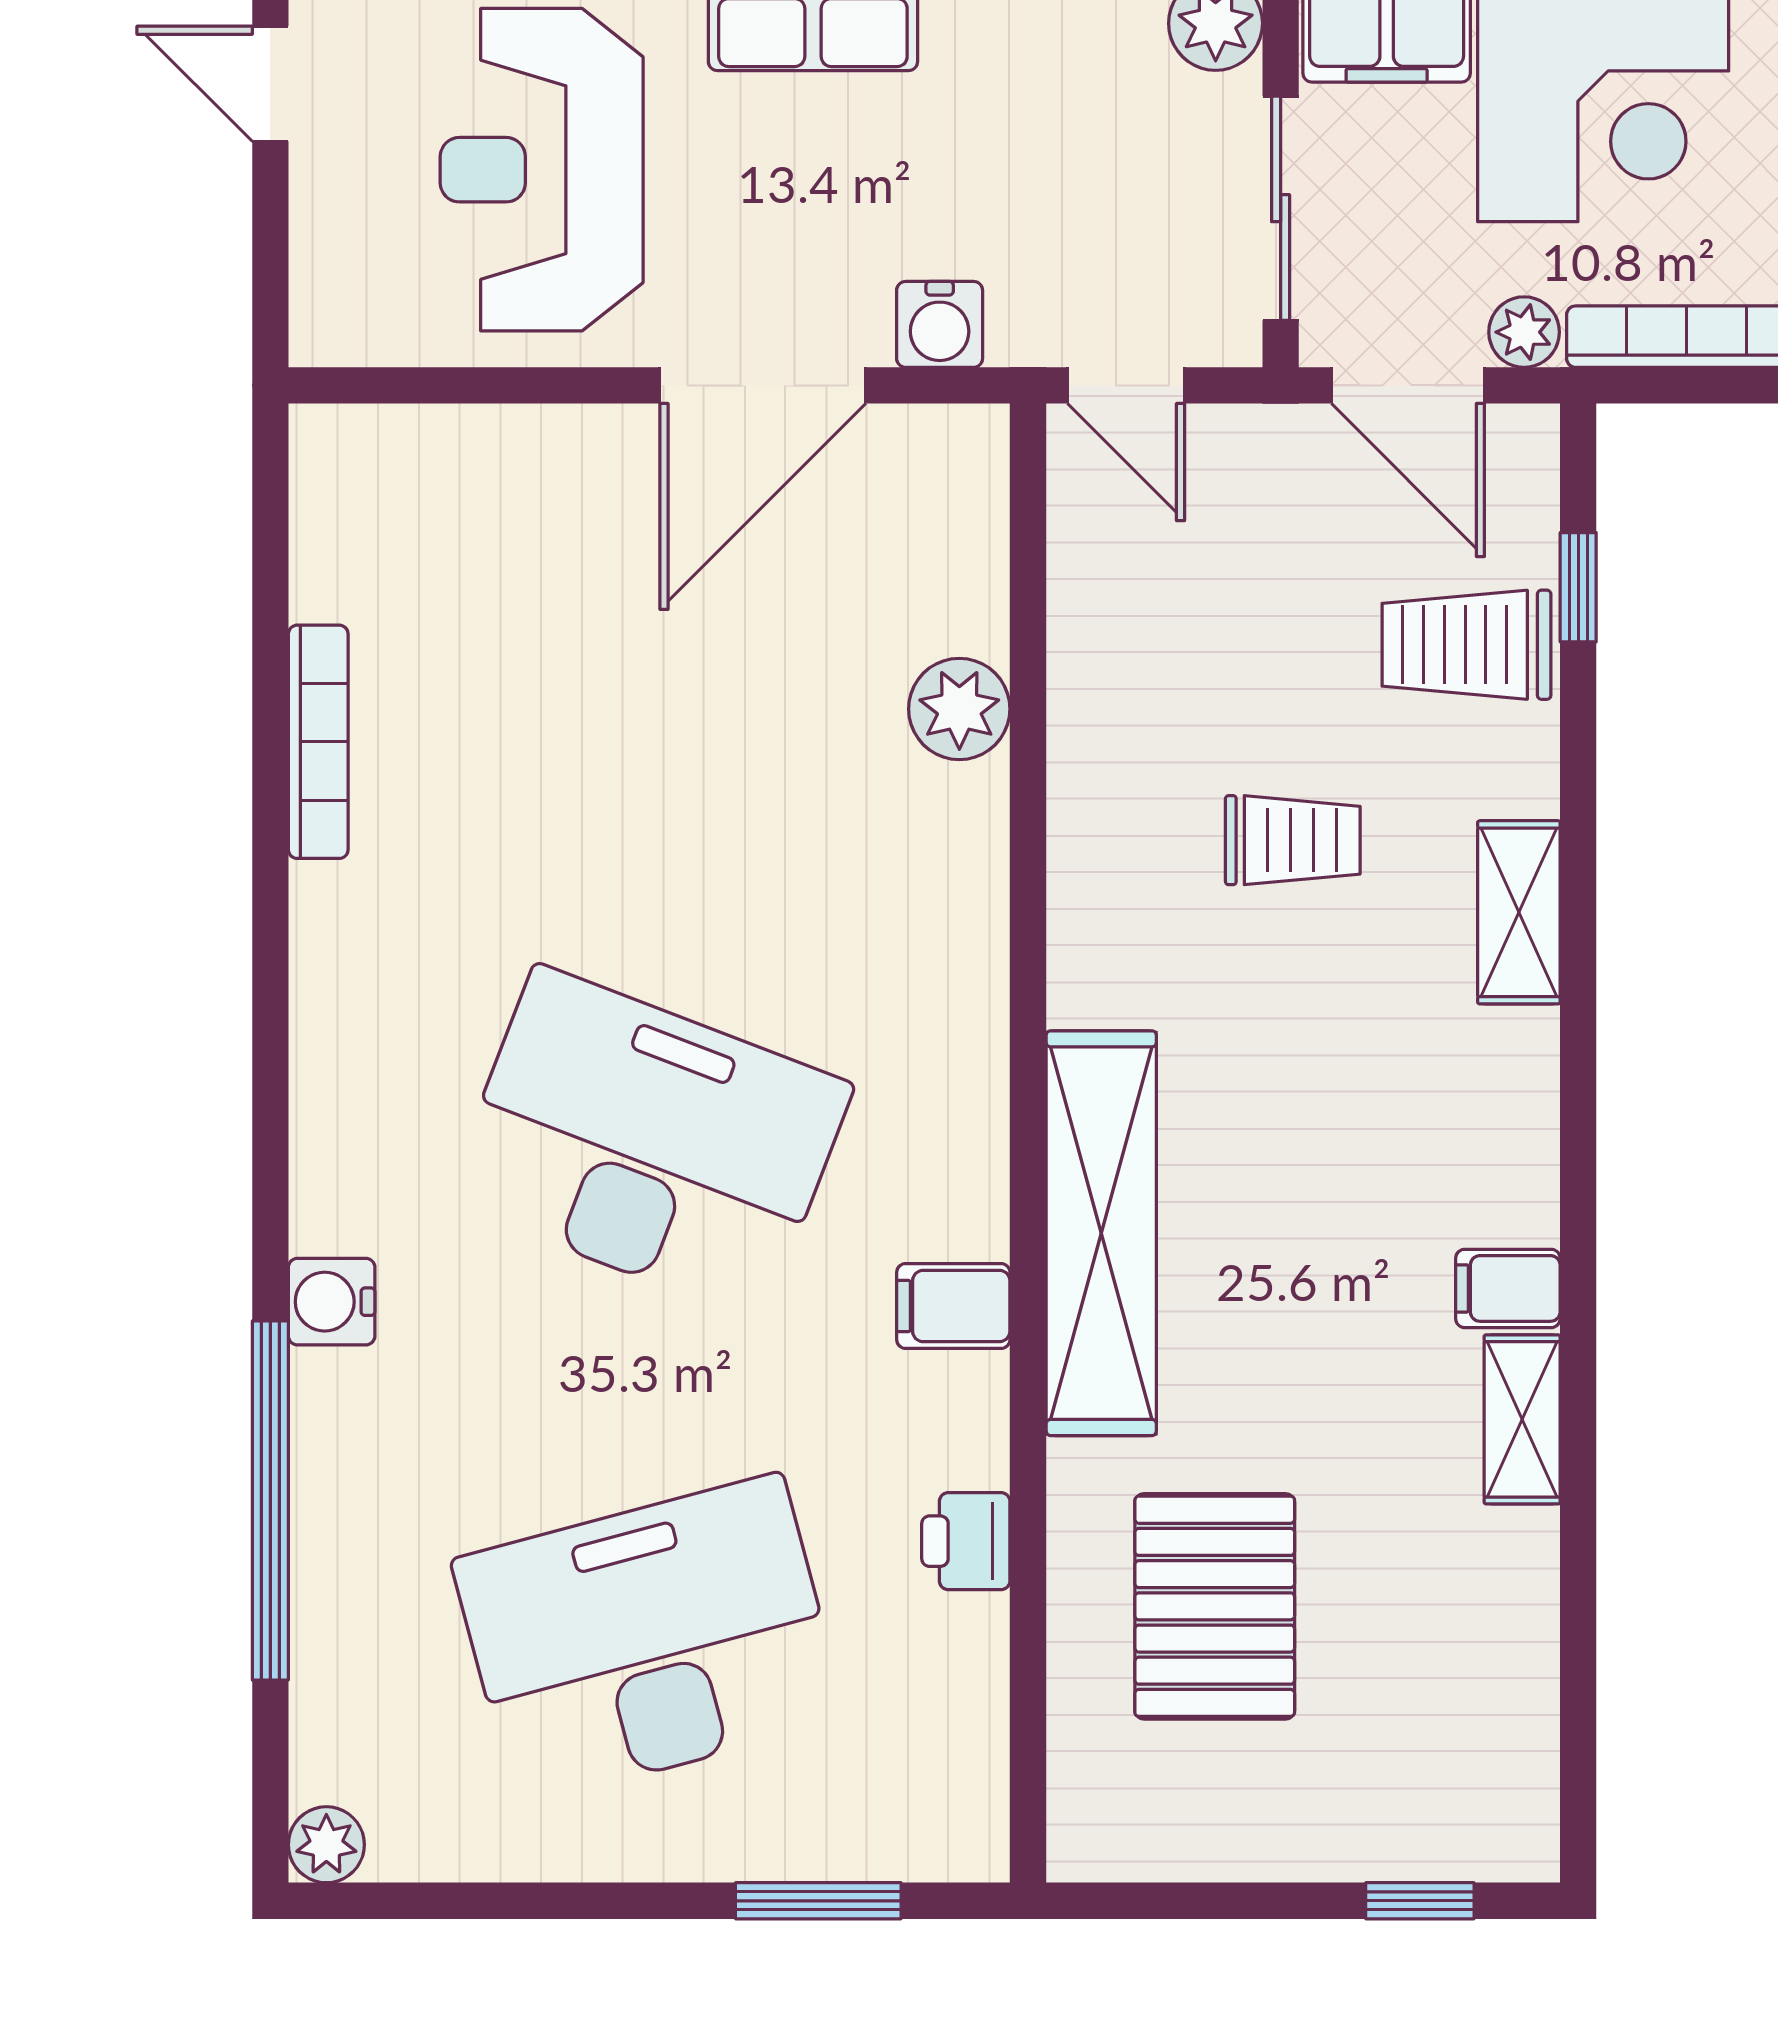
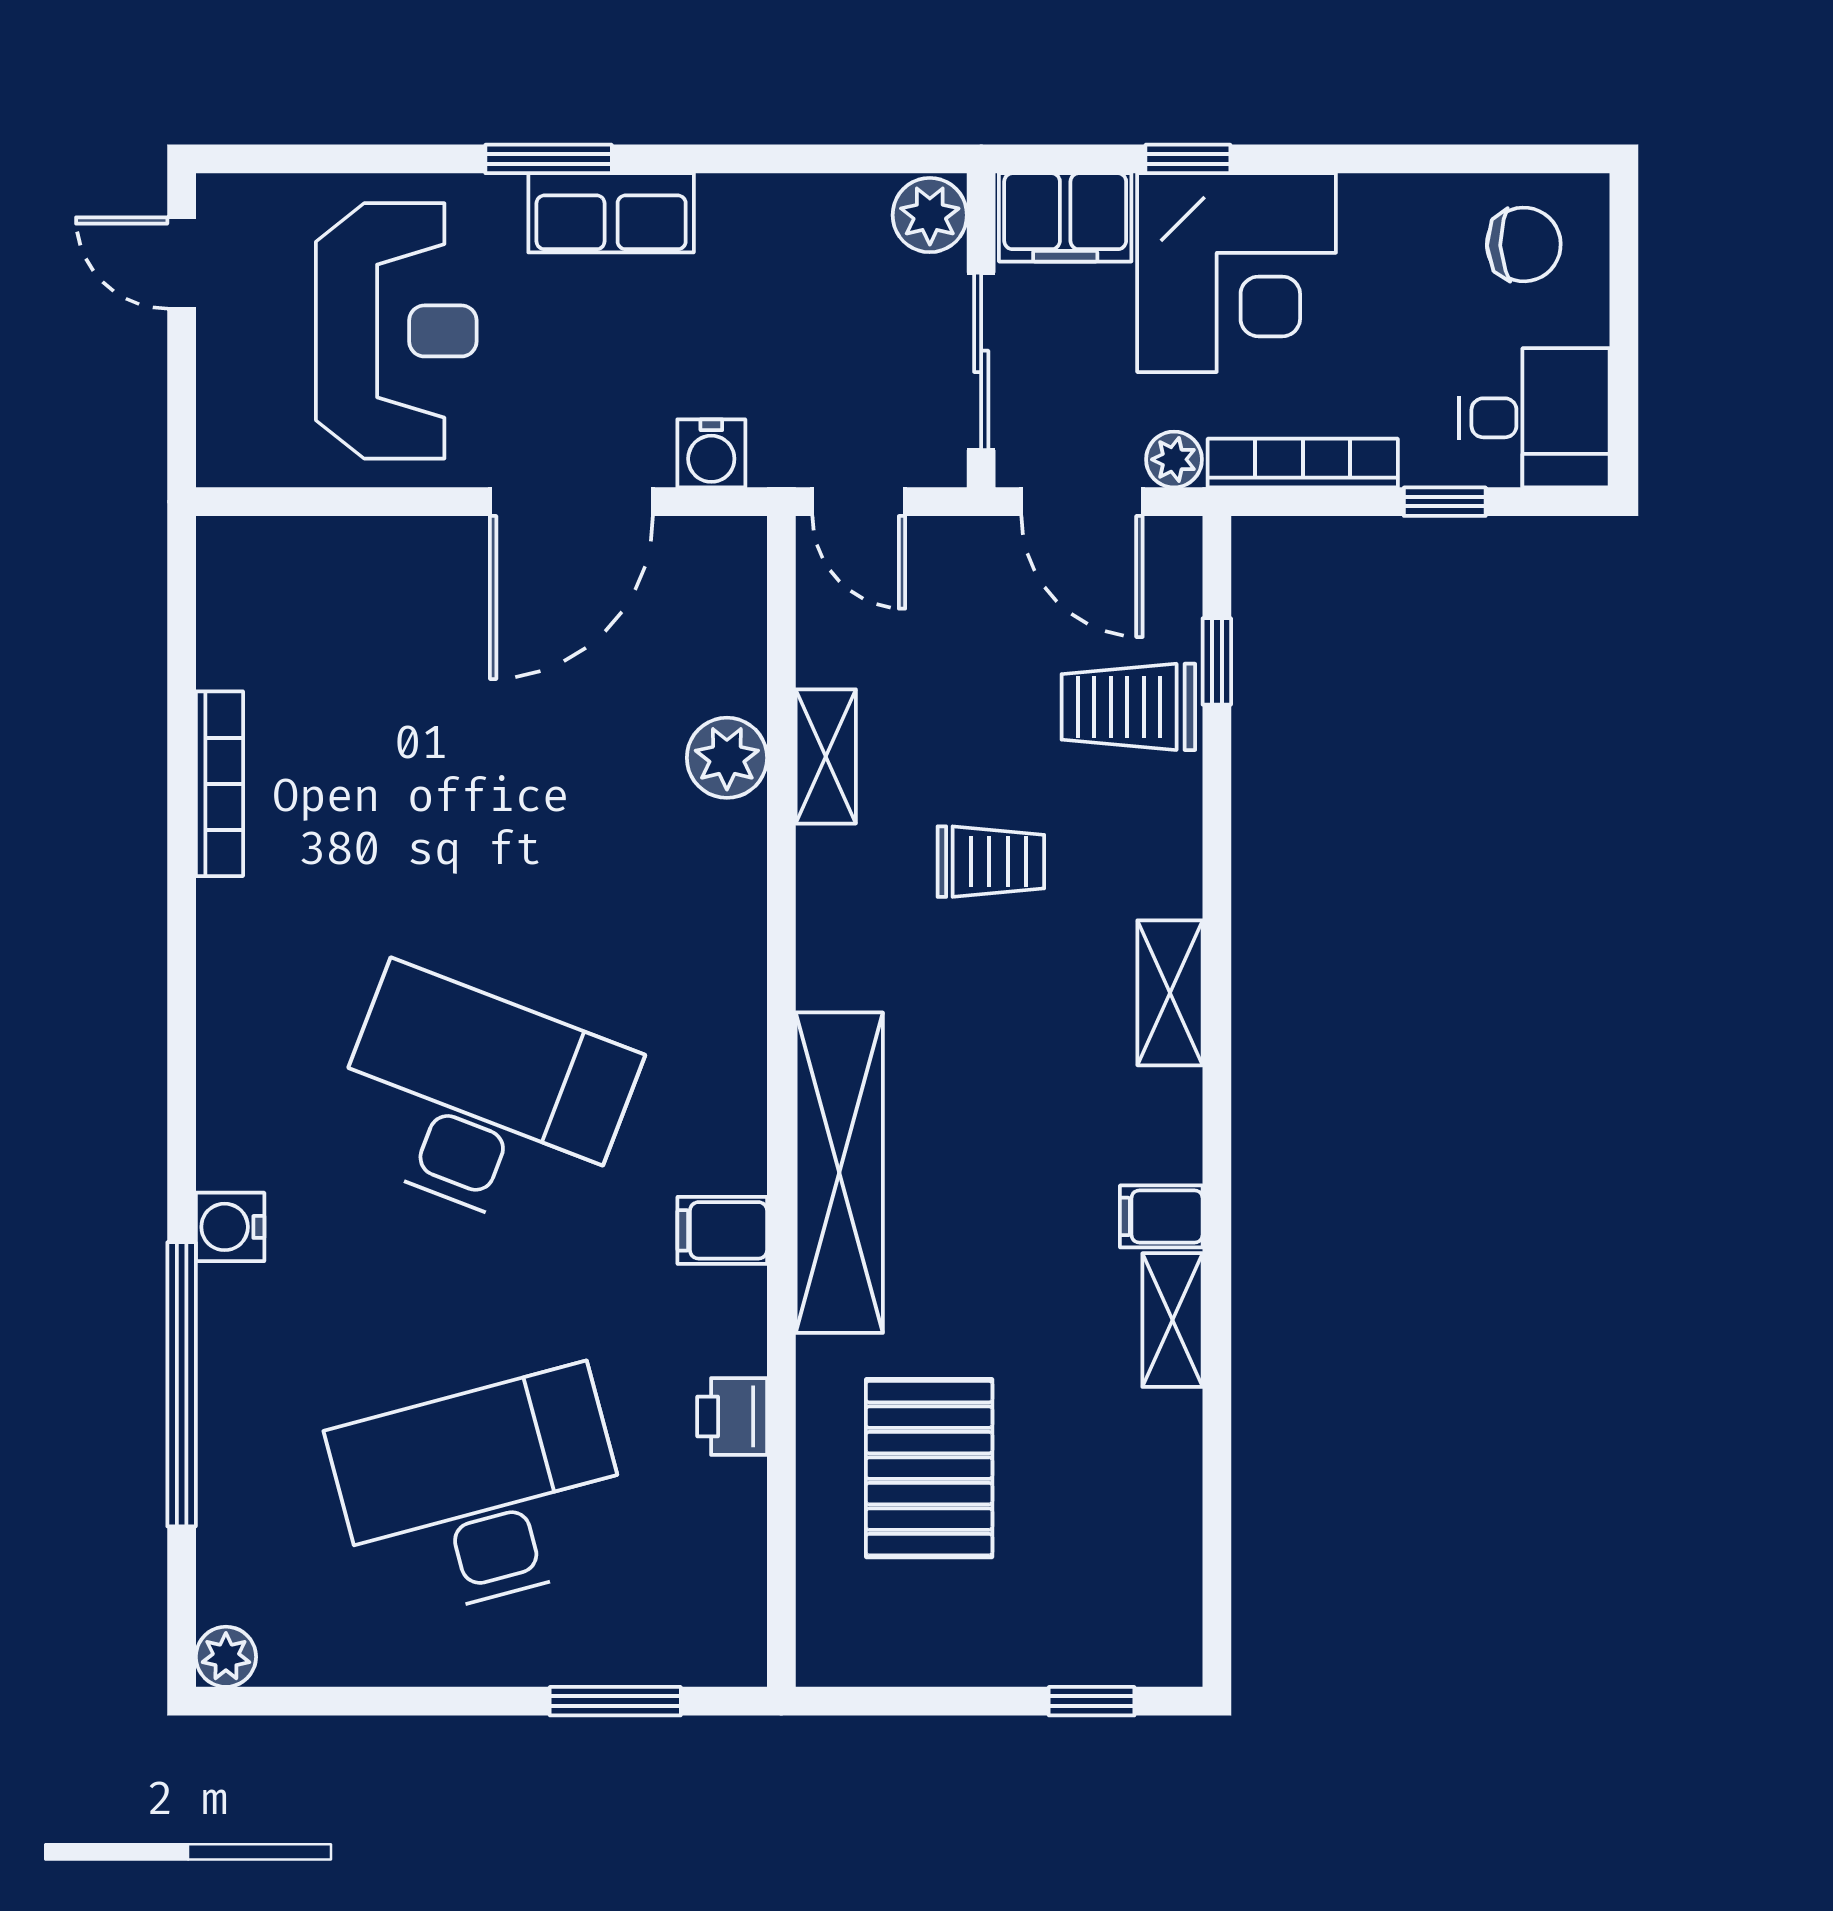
reception desk: (542, 170) -> (396, 331), turned 180
shelving: (1084, 707) -> (826, 756), added
shelving: (1519, 912) -> (1170, 993), moved

